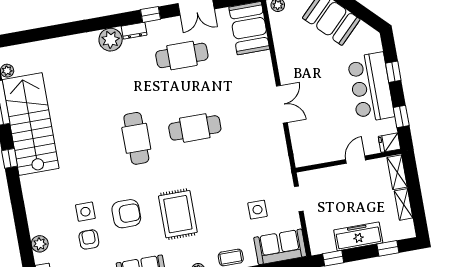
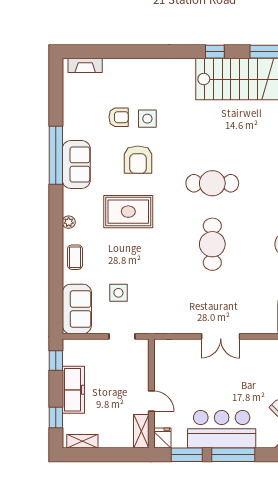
window: (393, 72) -> (233, 455), width x2.17
window: (401, 116) -> (187, 455), width x1.50
shelving: (397, 172) -> (141, 431), moved, turned 90
shelving: (404, 204) -> (82, 441), moved
plant: (40, 244) -> (123, 67), removed

